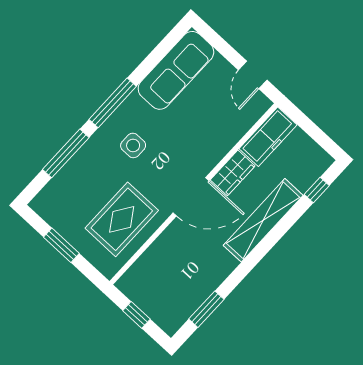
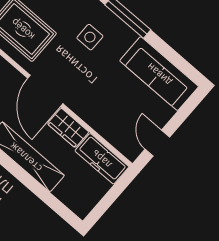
door: (253, 75) -> (157, 143), hinge flipped
window: (317, 190) -> (55, 204), removed

